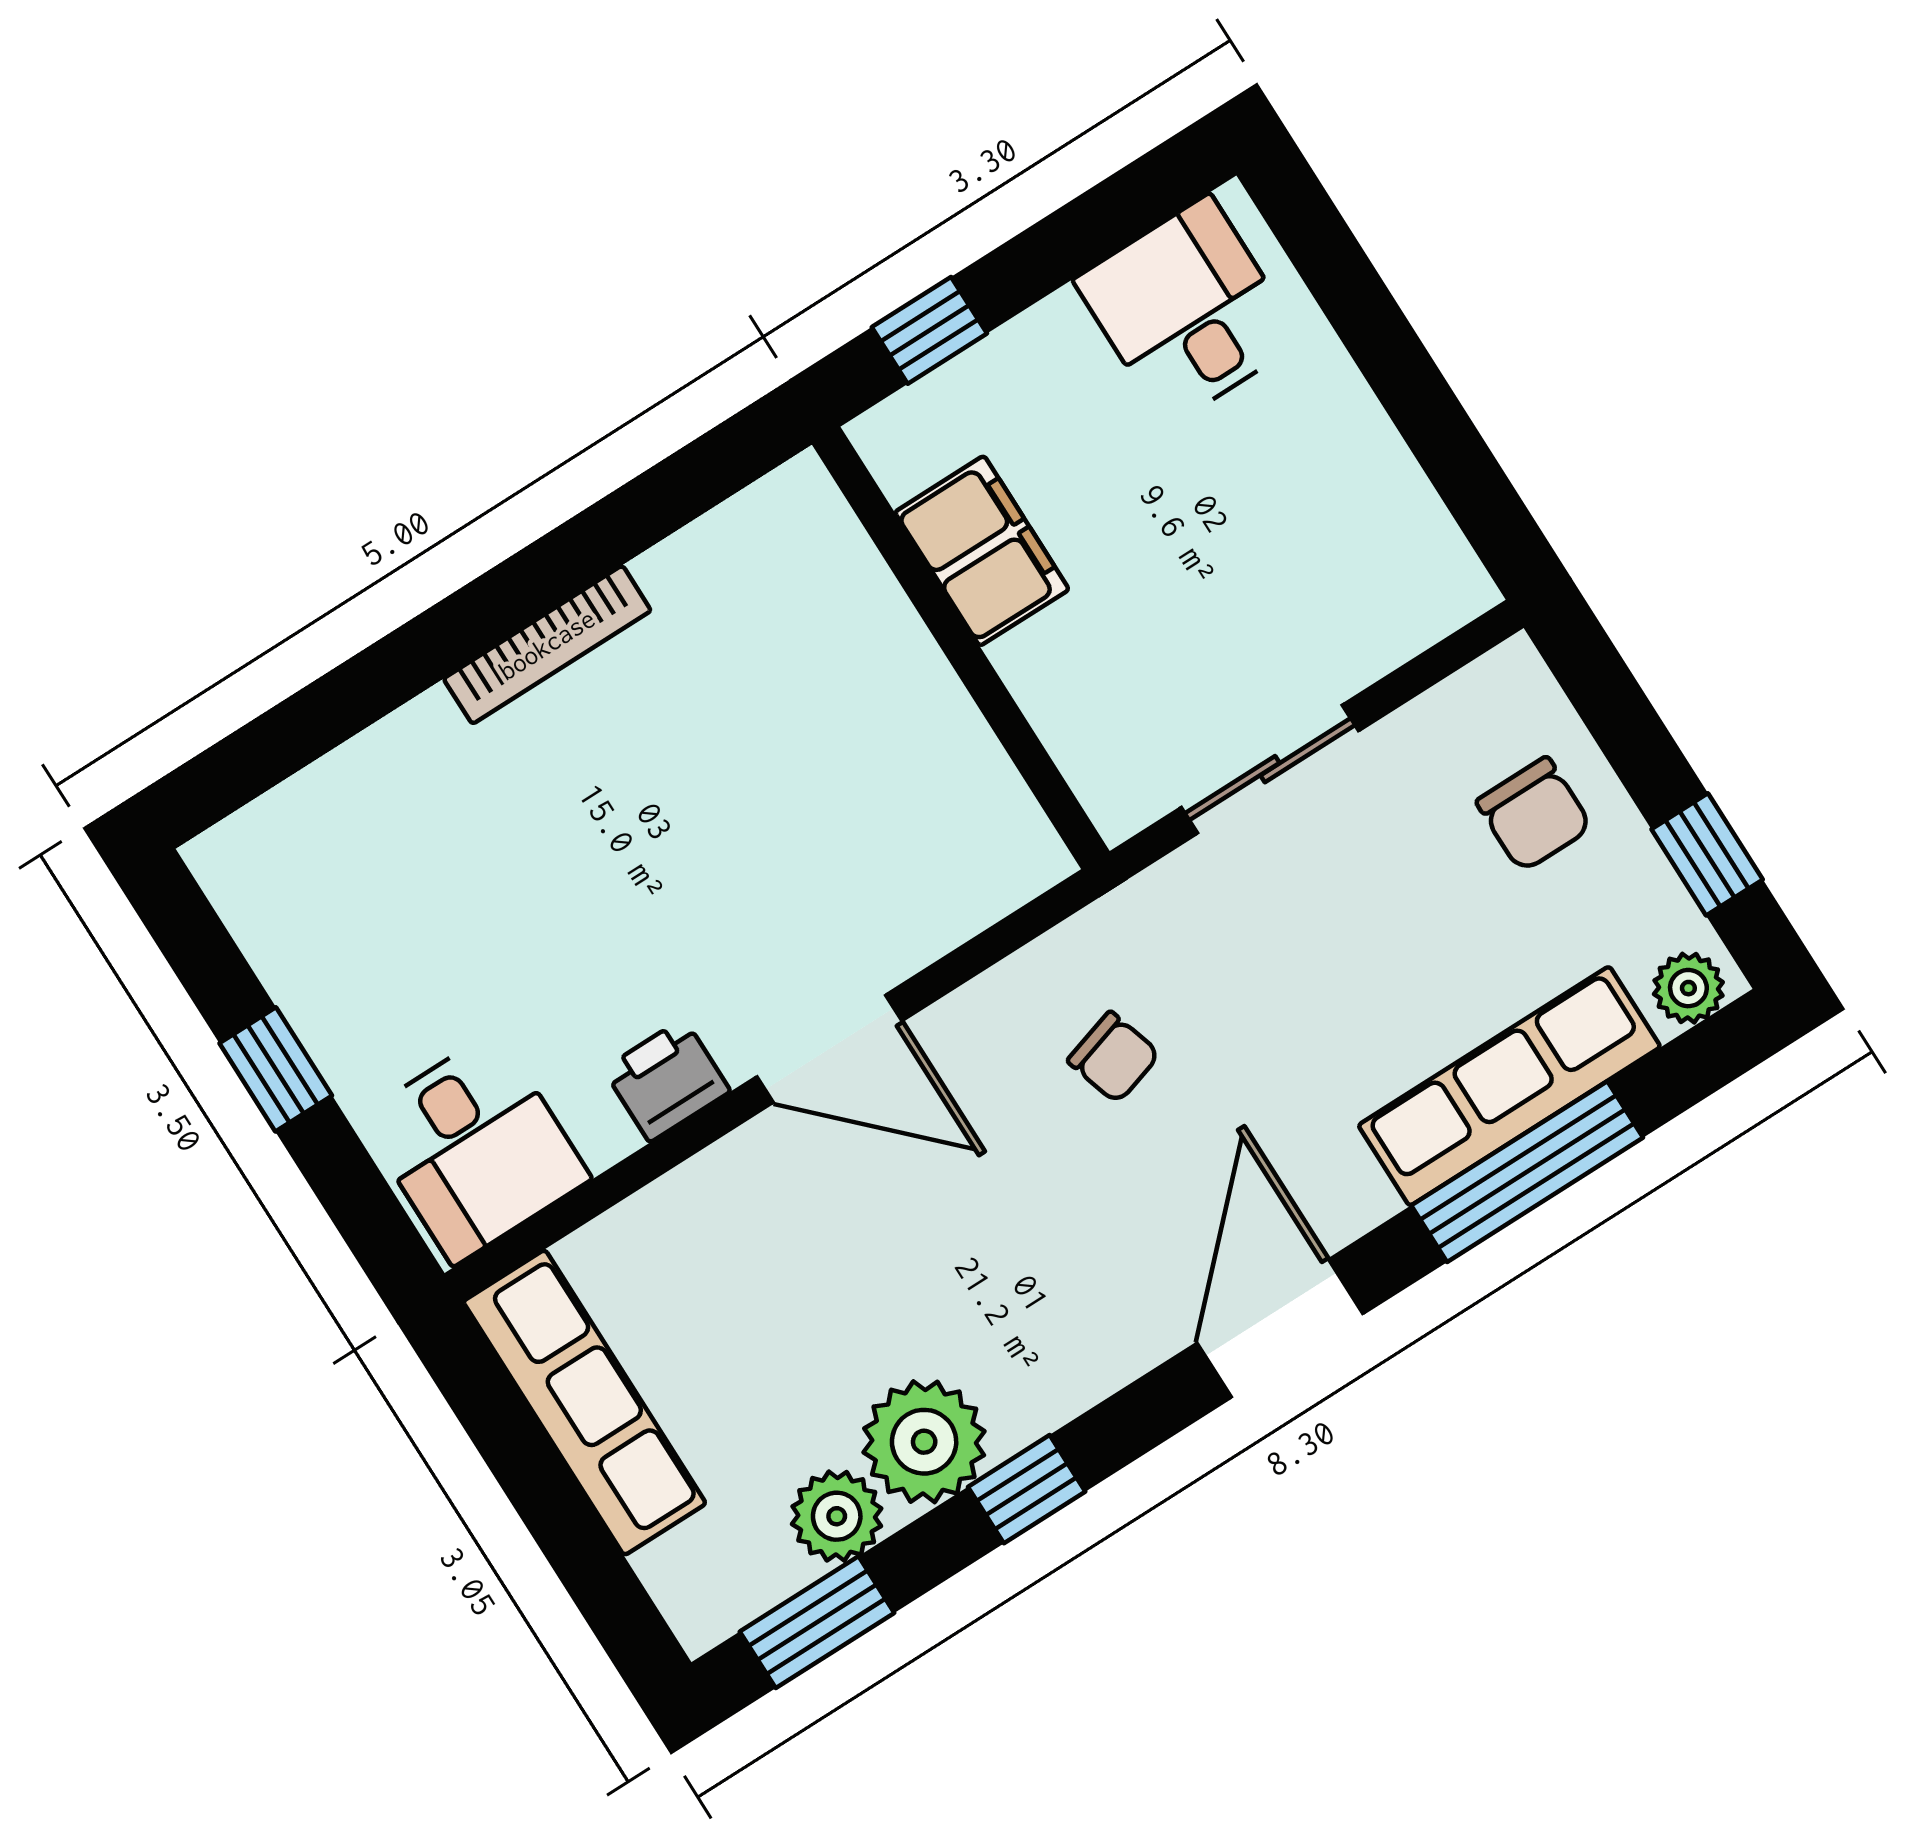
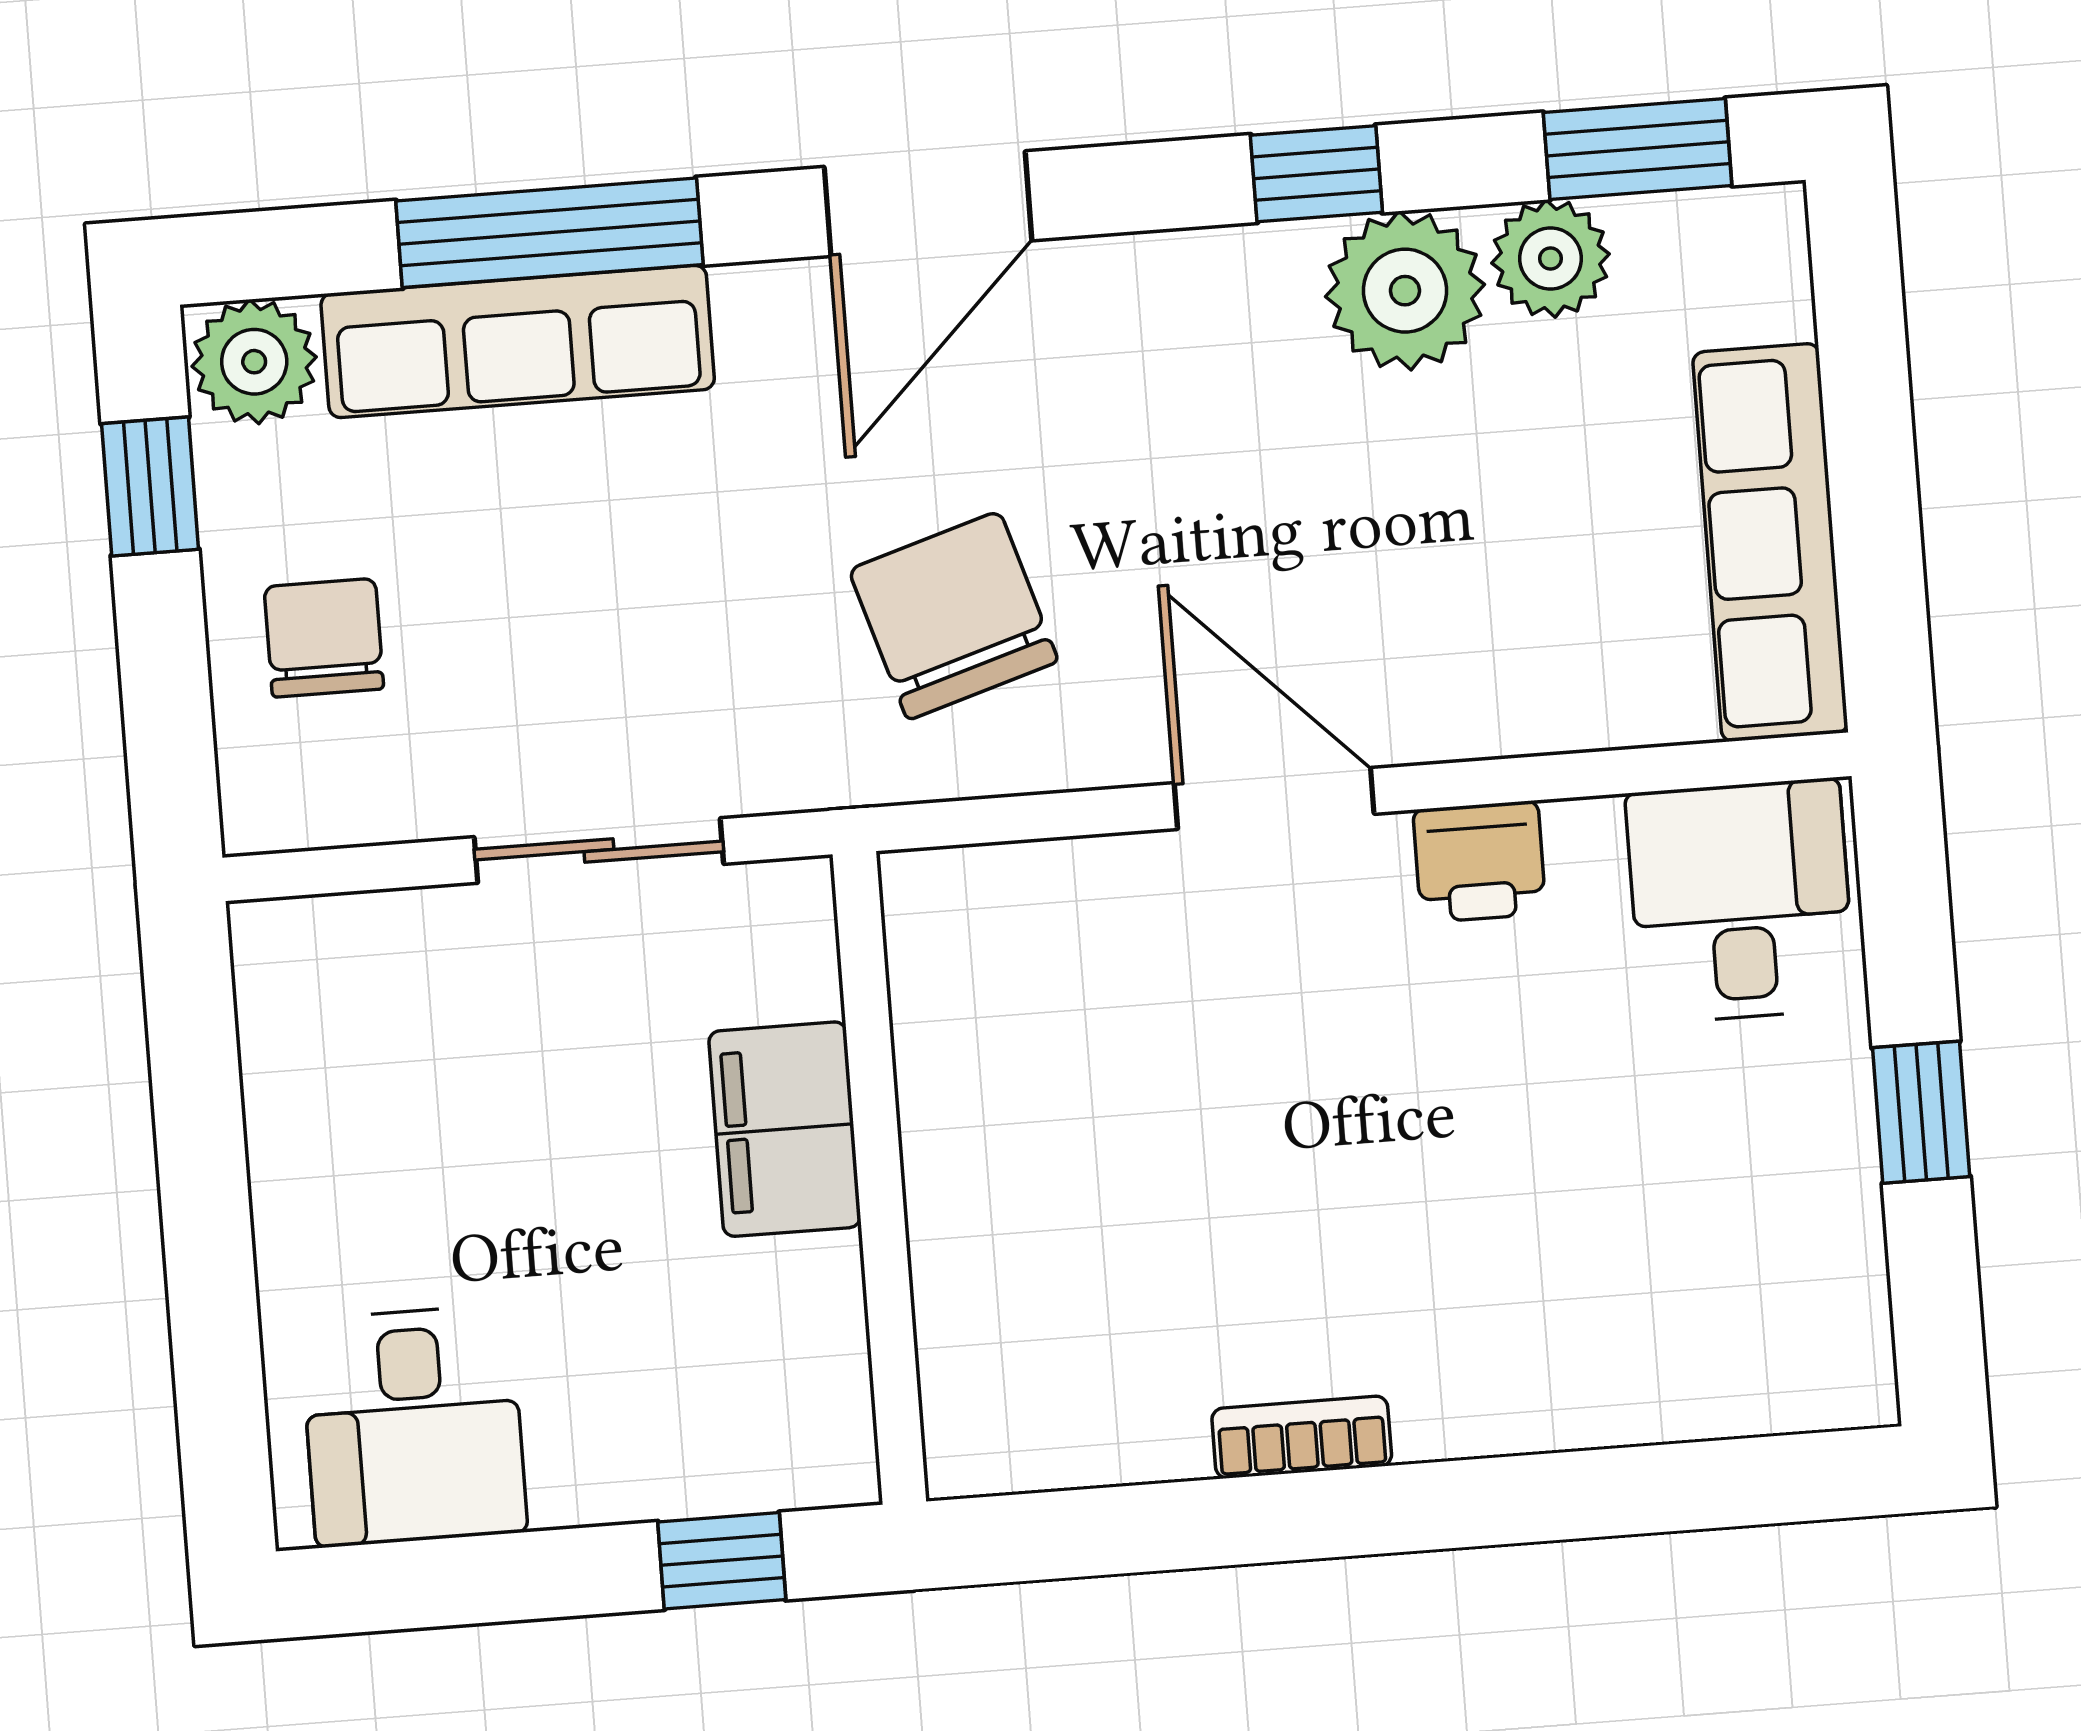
filing cabinet: (982, 551) -> (785, 1129), moved
bookcase: (547, 645) -> (1302, 1437), width x0.64
plant: (1688, 988) -> (254, 362), width x1.38, depth x1.38
chair: (1114, 1057) -> (954, 616), width x1.87, depth x1.87

